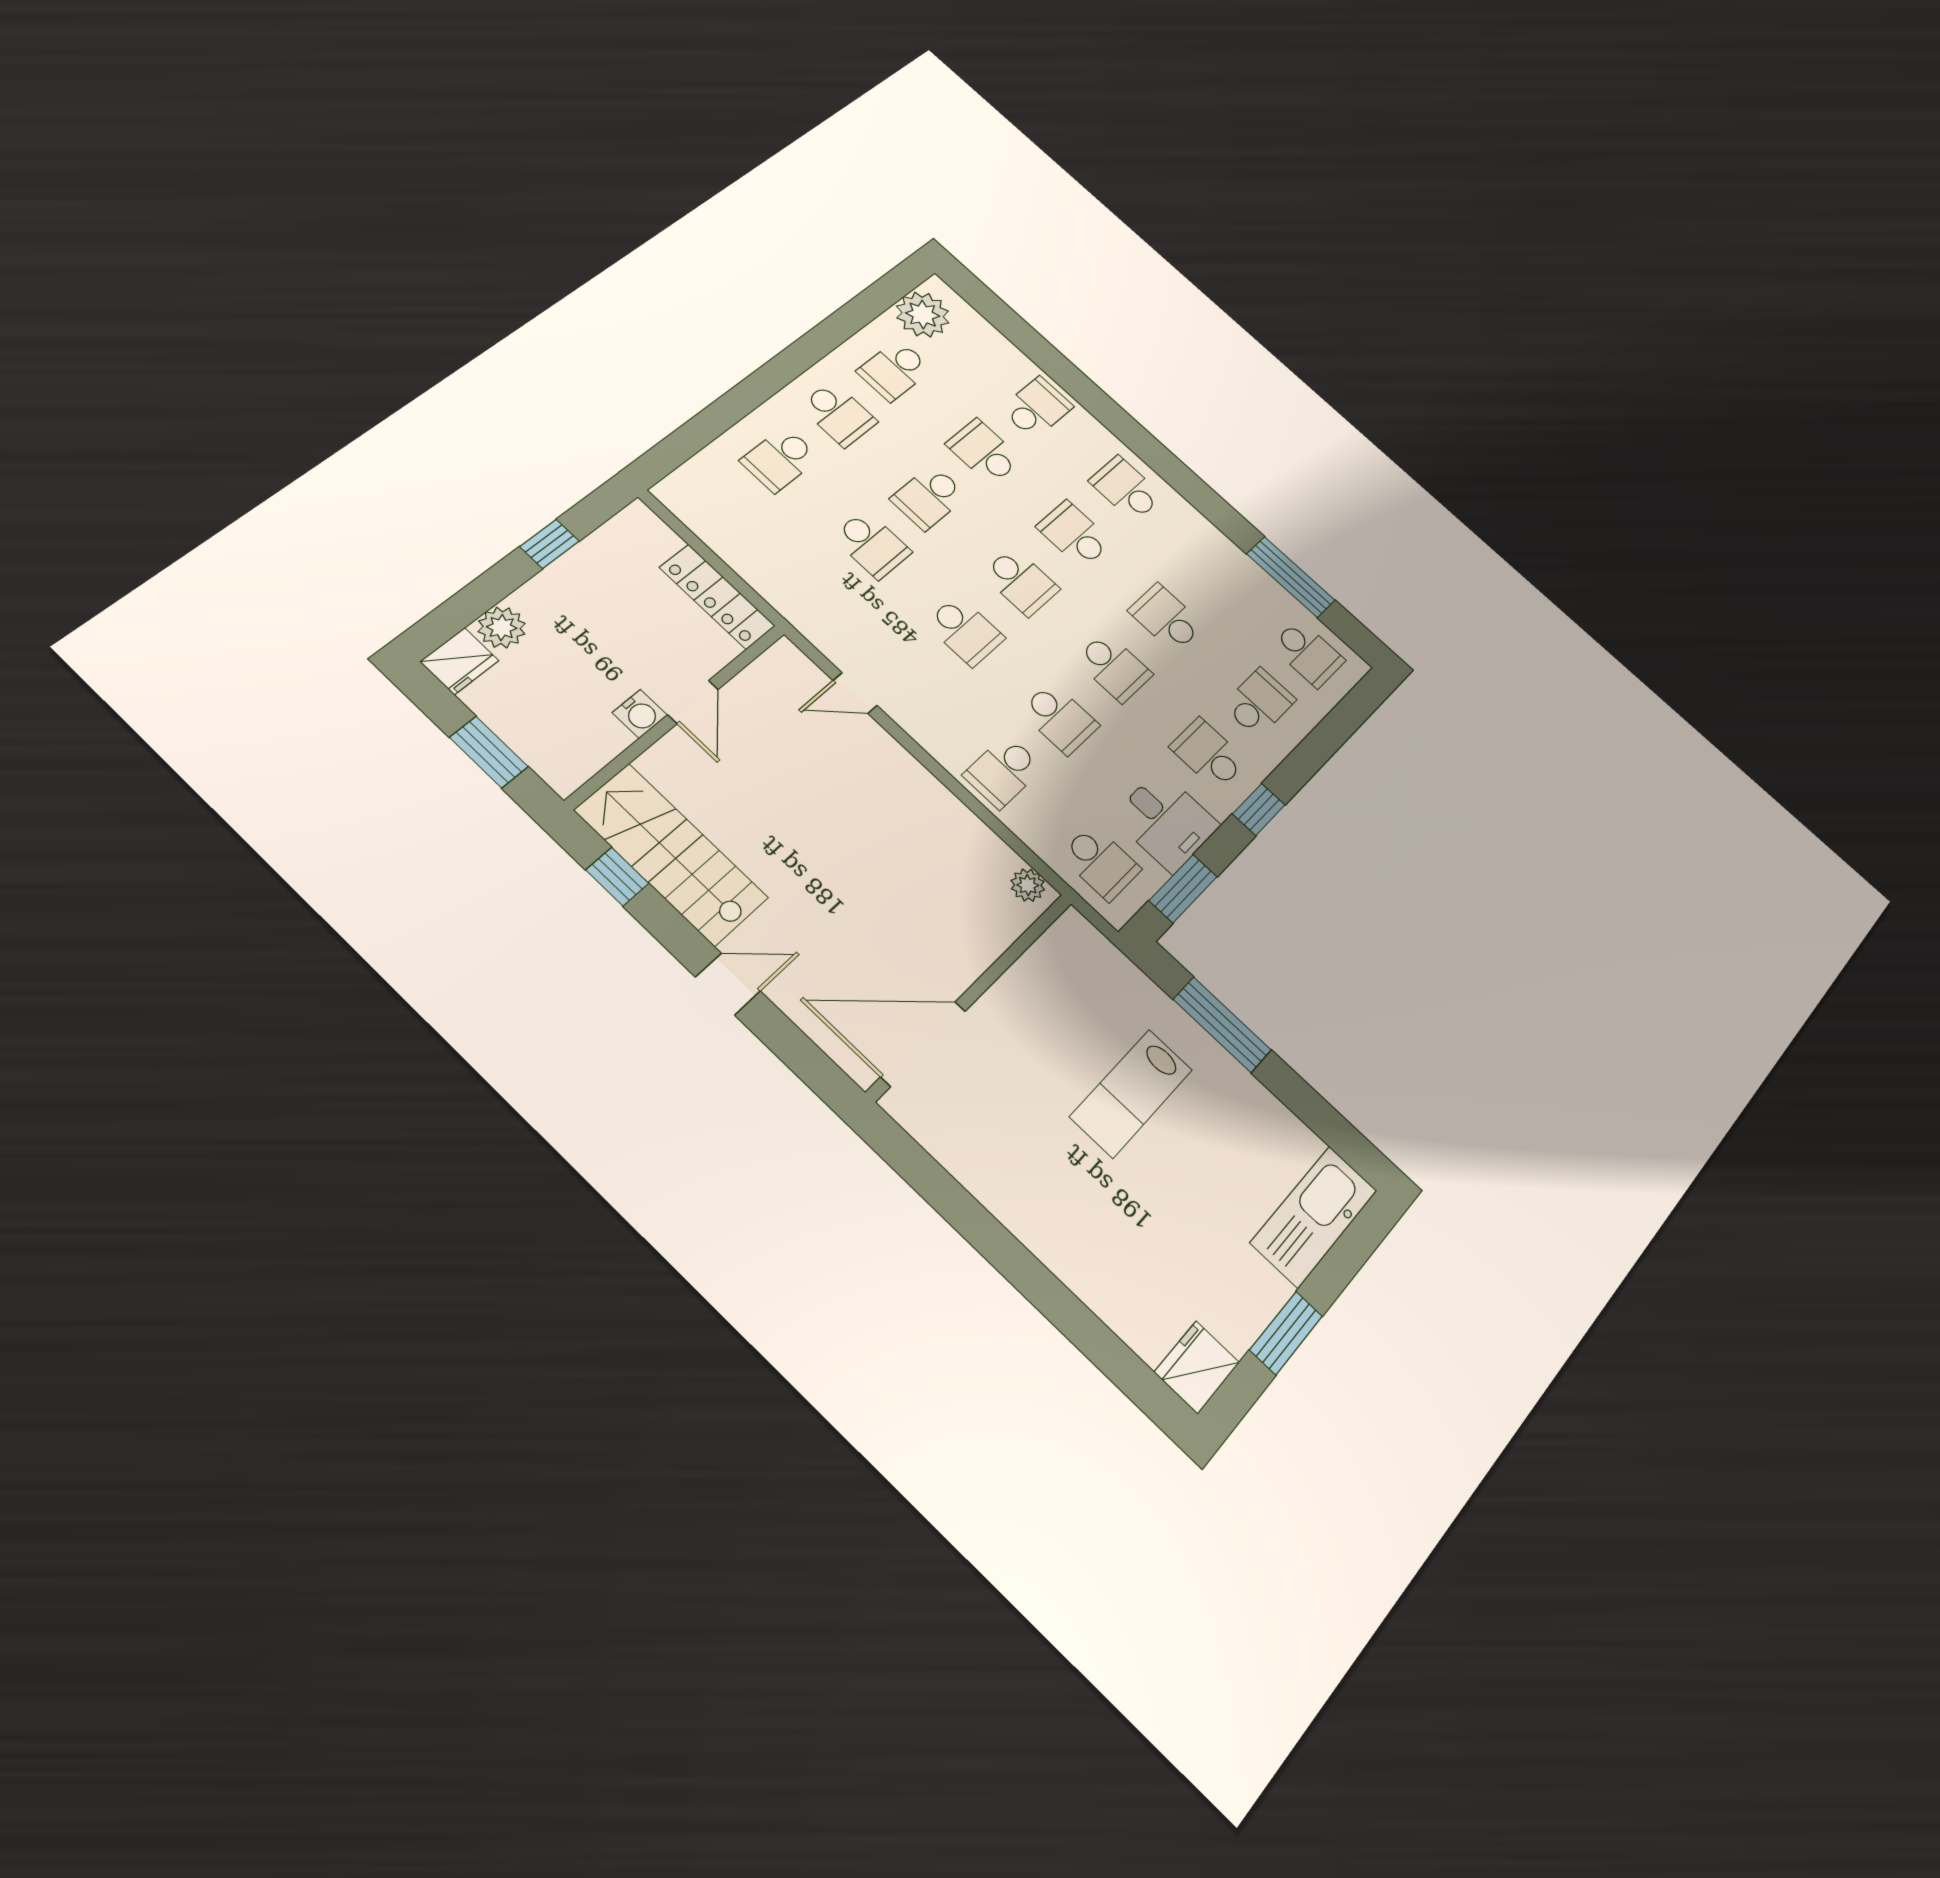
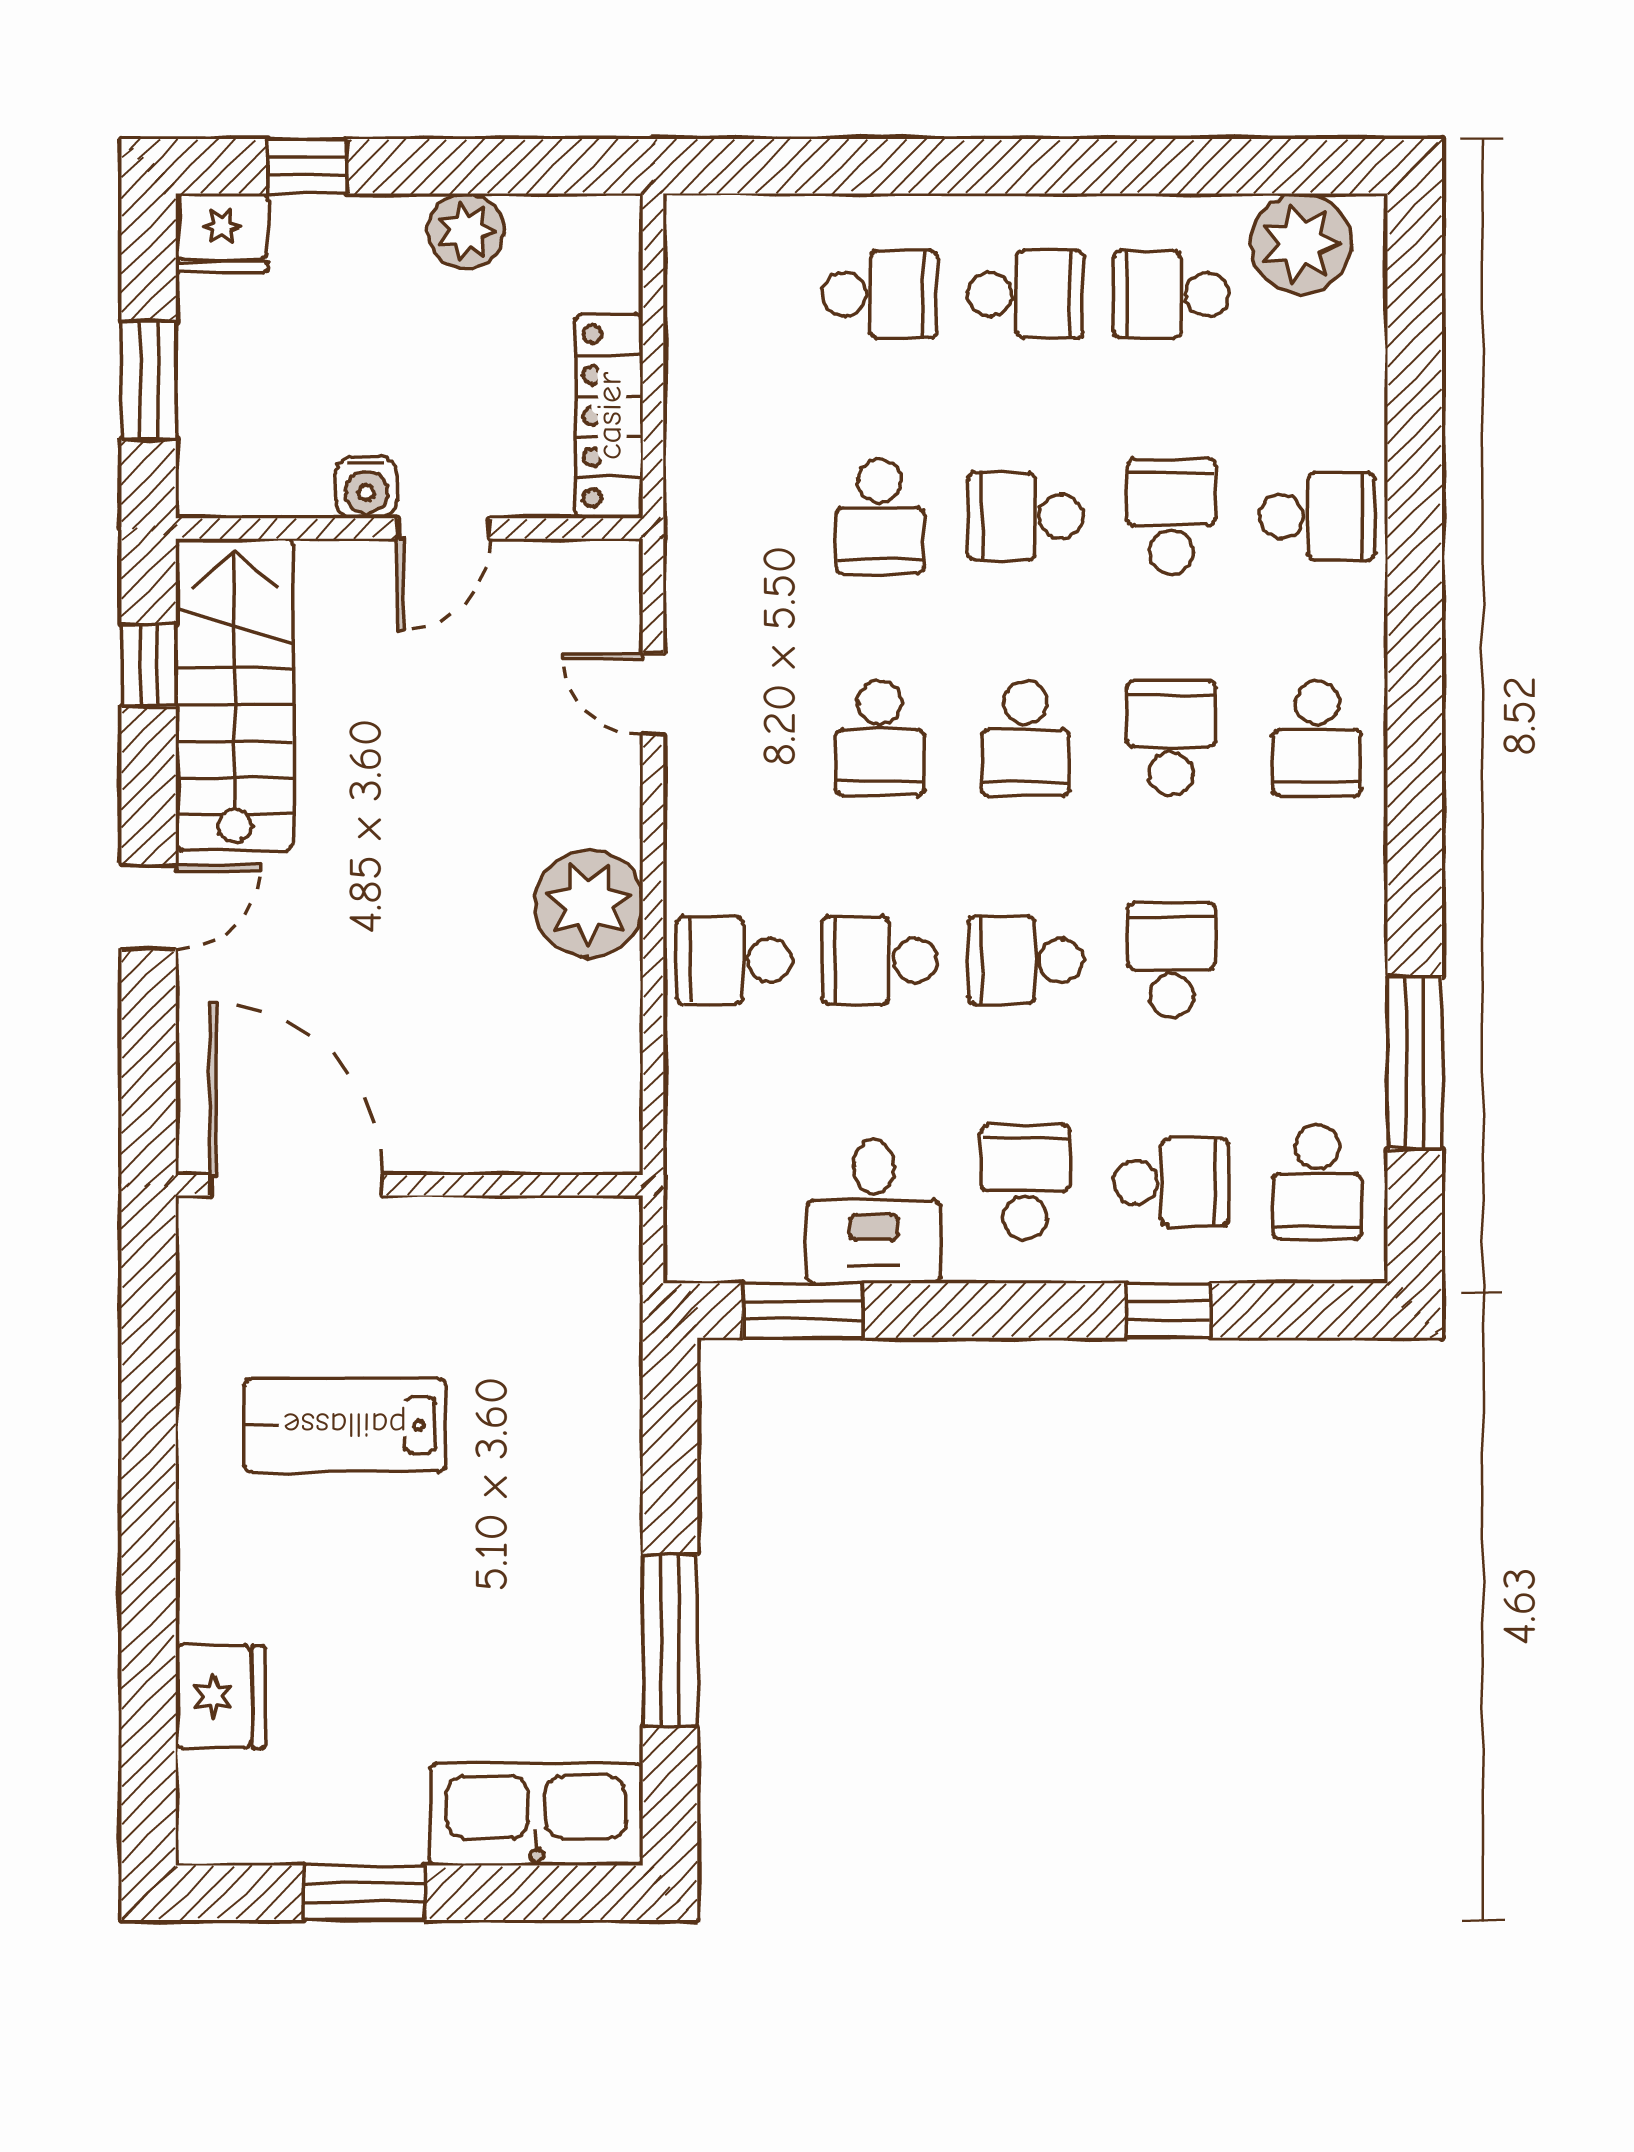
school desk: (838, 414) -> (1025, 294), turned -90
school desk: (780, 459) -> (880, 294), turned 180
school desk: (1126, 489) -> (1317, 738), turned 180
window: (549, 544) -> (307, 166), moved
plant: (502, 628) -> (466, 231), moved
school desk: (1114, 667) -> (1025, 960), turned 90
school desk: (1060, 718) -> (880, 960), turned 90
window: (1259, 809) -> (1169, 1310), moved
school desk: (1101, 862) -> (734, 1182), removed
plant: (1028, 885) -> (589, 904), moved, width x1.88, depth x1.88
door: (728, 984) -> (149, 907), hinge flipped
window: (1222, 1025) -> (670, 1641), moved
lab bench: (1131, 1093) -> (345, 1425), moved
fridge: (1197, 1367) -> (220, 1697), moved, turned 90

